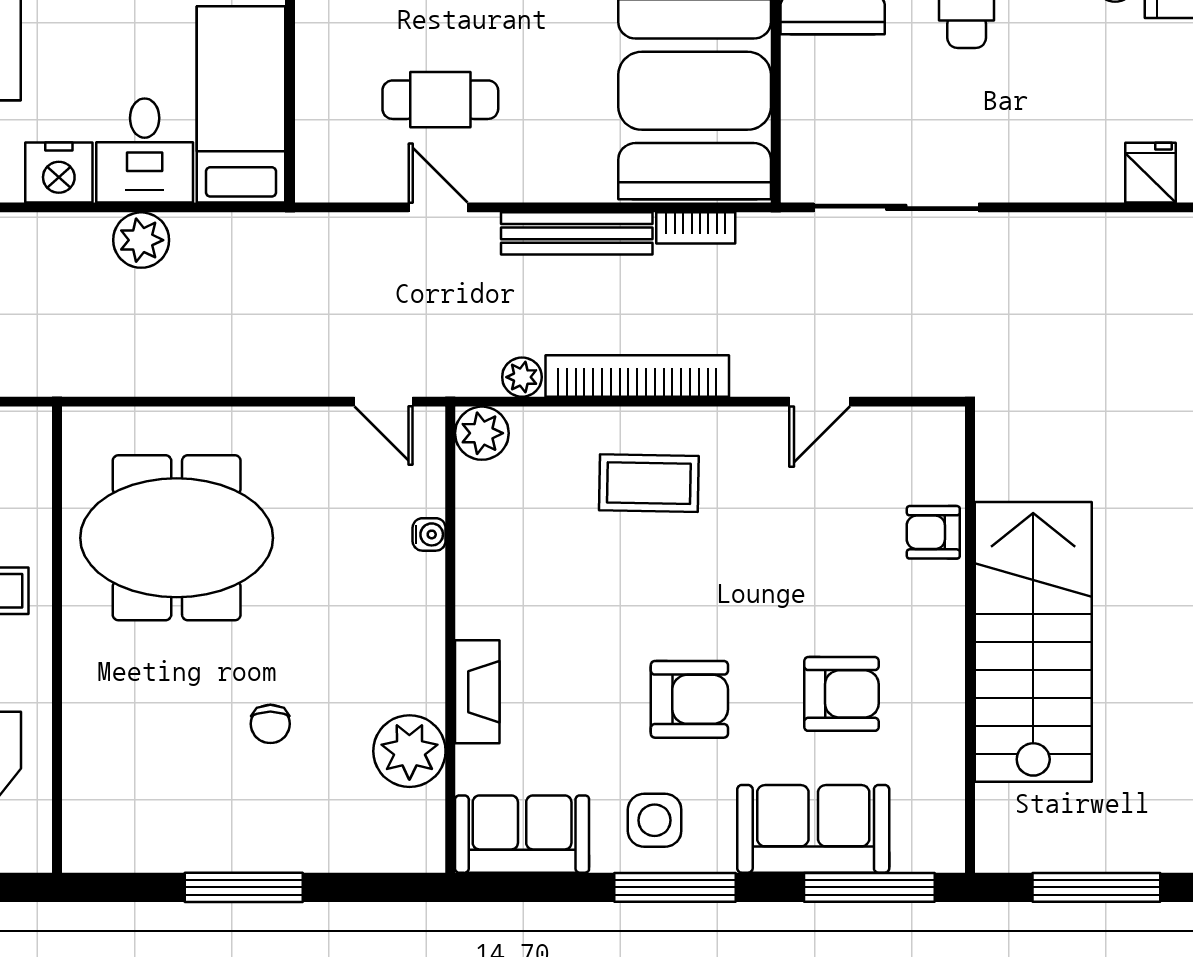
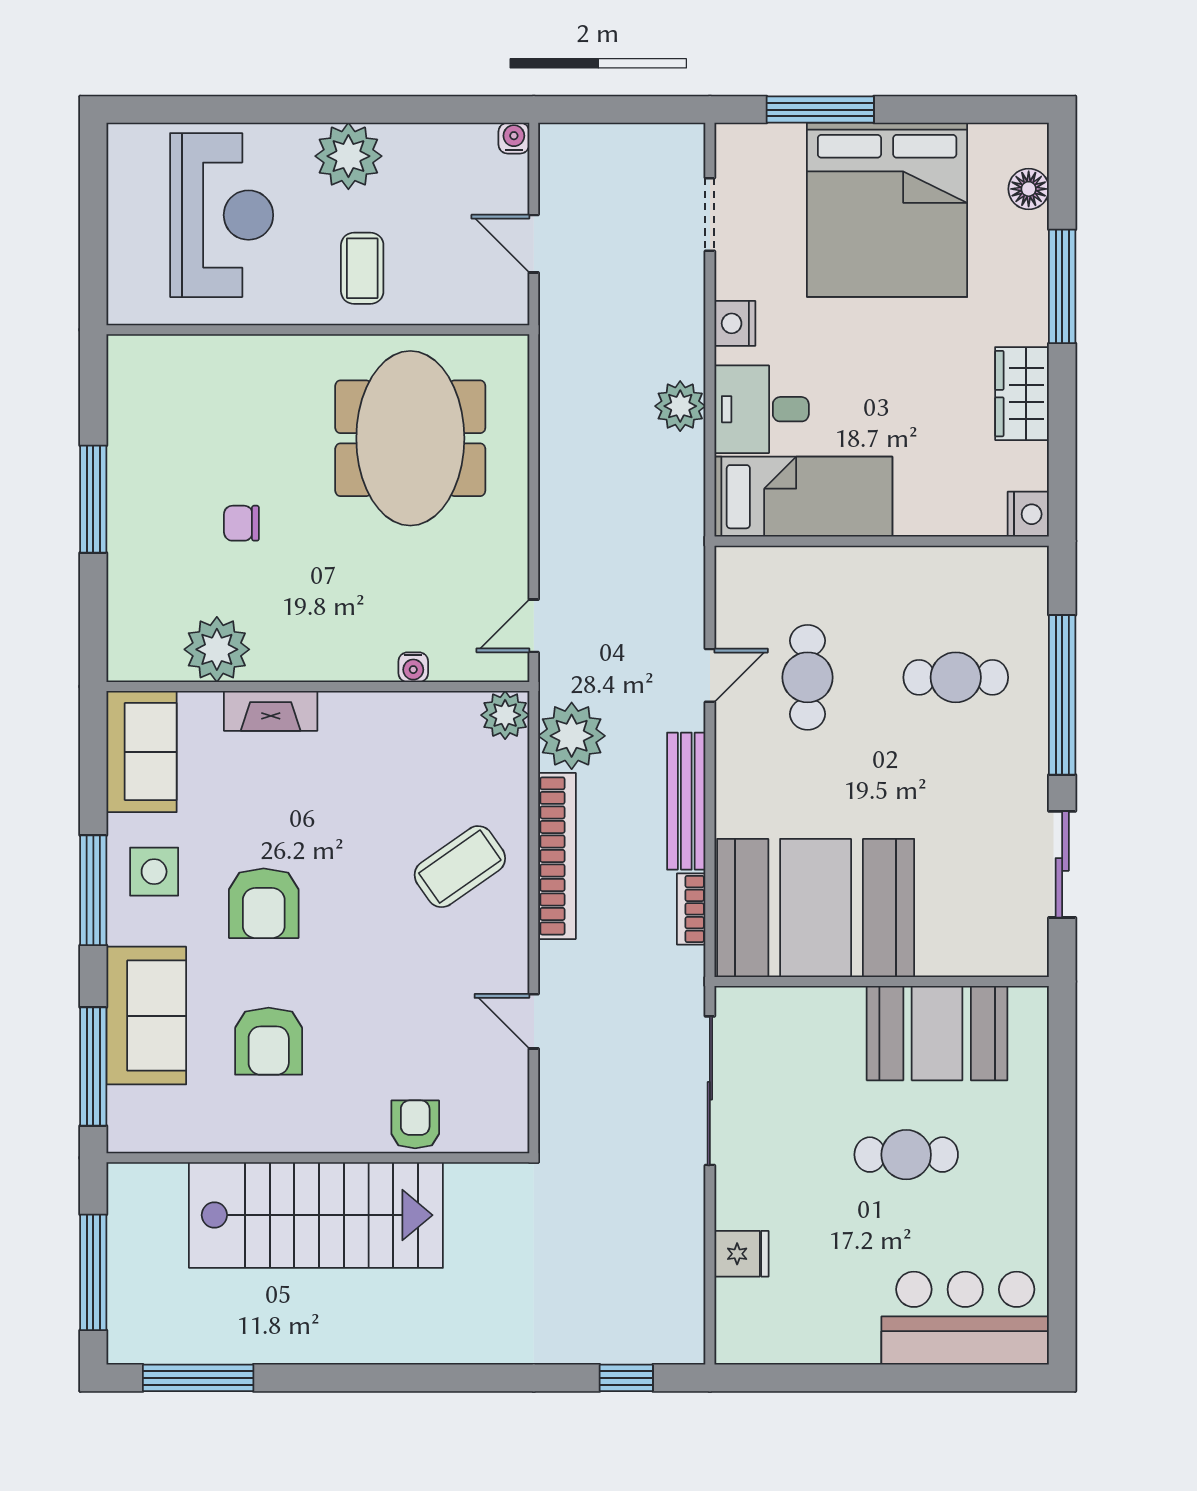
nightstand: (59, 172) -> (735, 323), width x0.74, depth x0.75
fridge: (1150, 173) -> (741, 1254), moved
plant: (522, 377) -> (572, 736), width x1.88, depth x1.88
coffee table: (649, 483) -> (460, 867), turned 54

